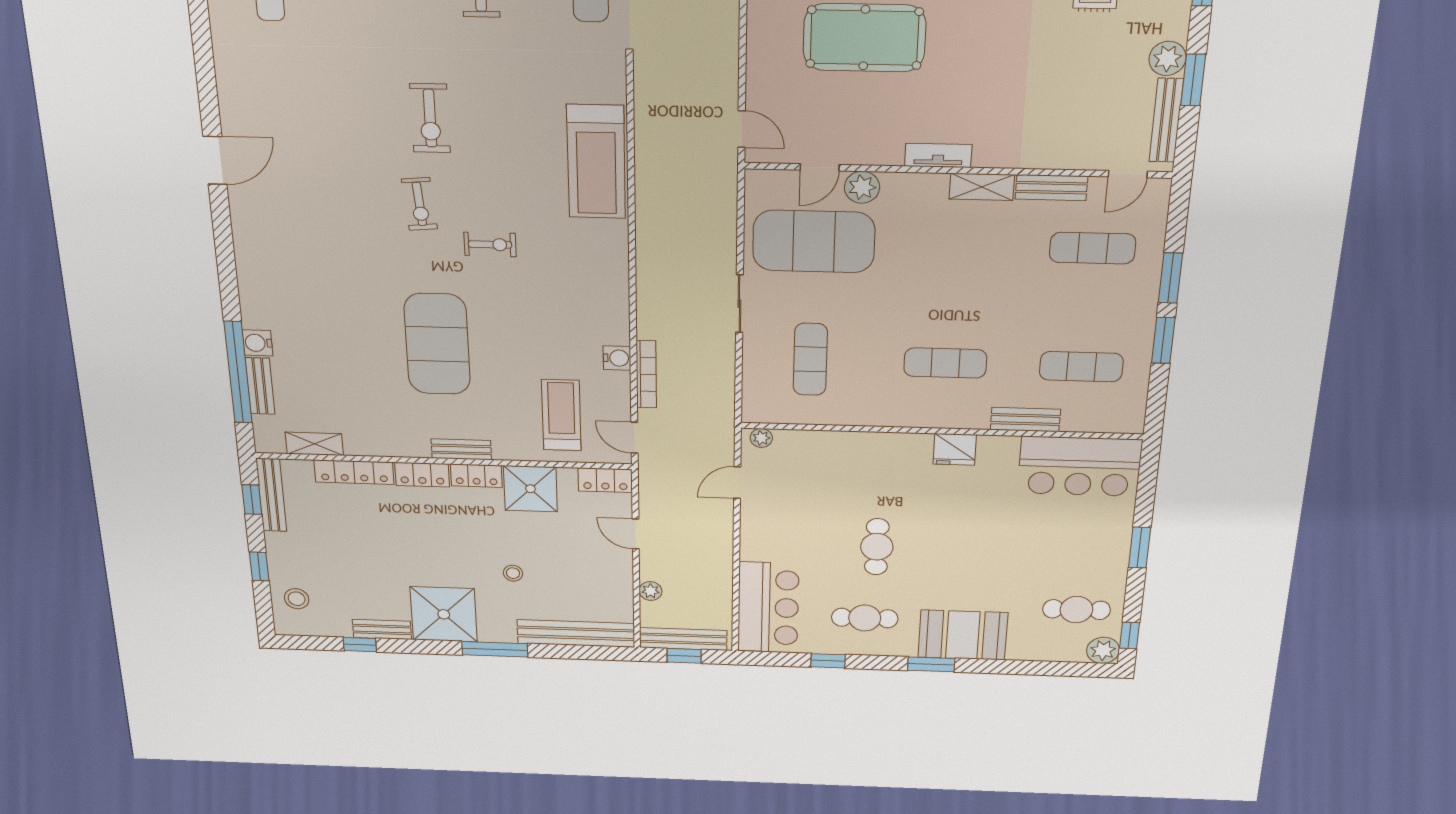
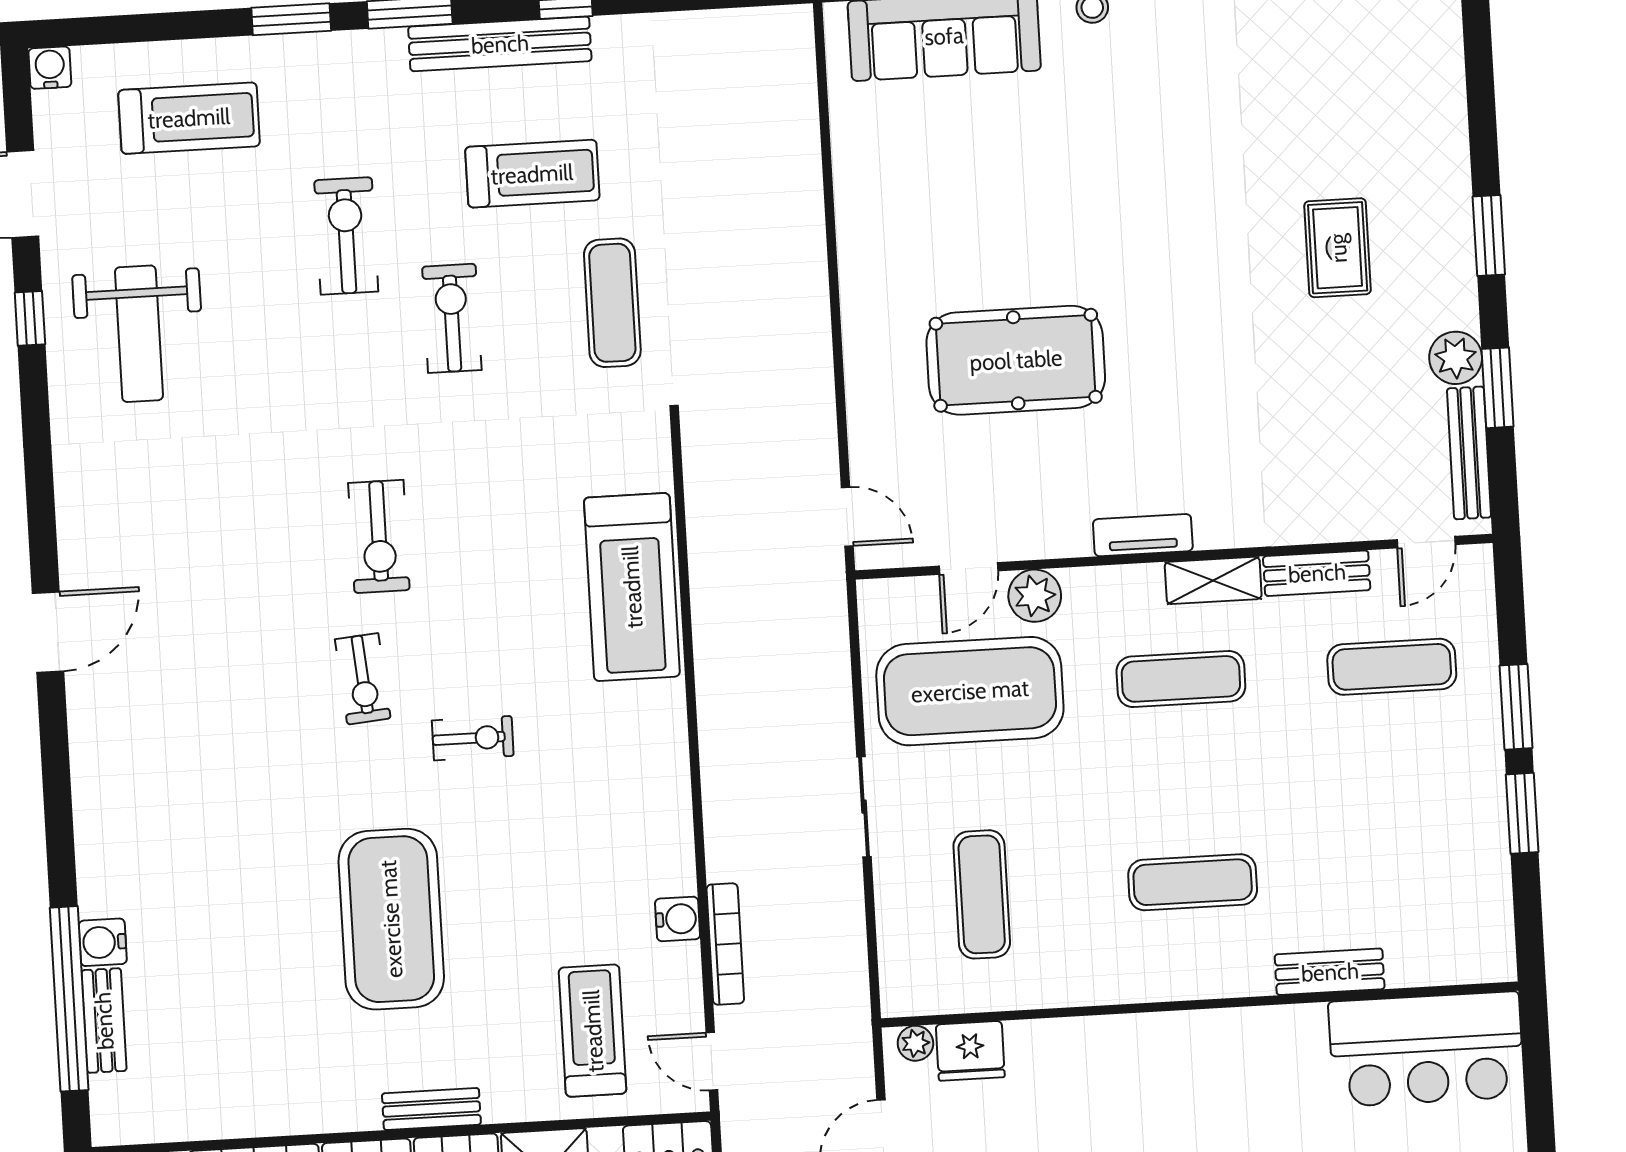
exercise mat: (1081, 367) -> (1181, 679), moved
shelving: (314, 444) -> (190, 1121), removed
fridge: (955, 449) -> (970, 1051), moved

